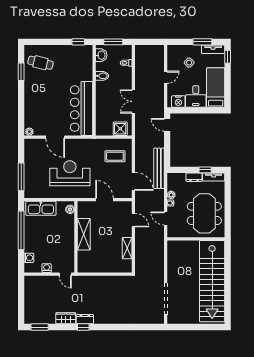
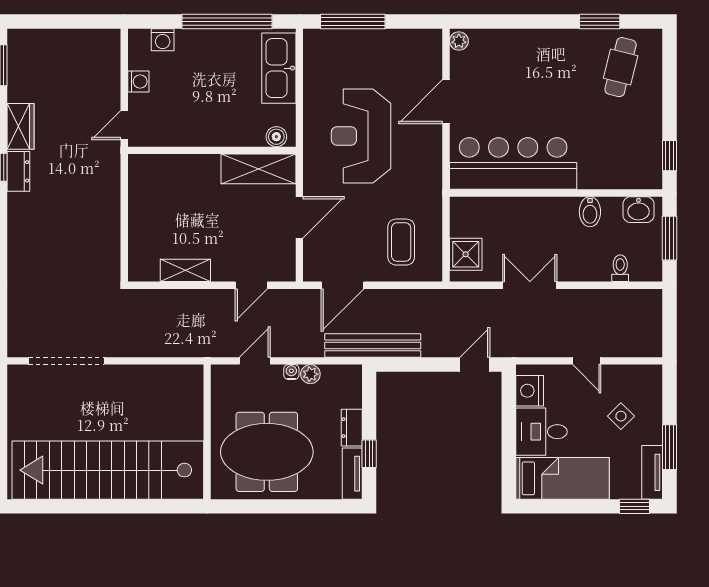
reception desk: (70, 173) -> (361, 136), turned 180
shelving: (84, 234) -> (259, 169), moved

